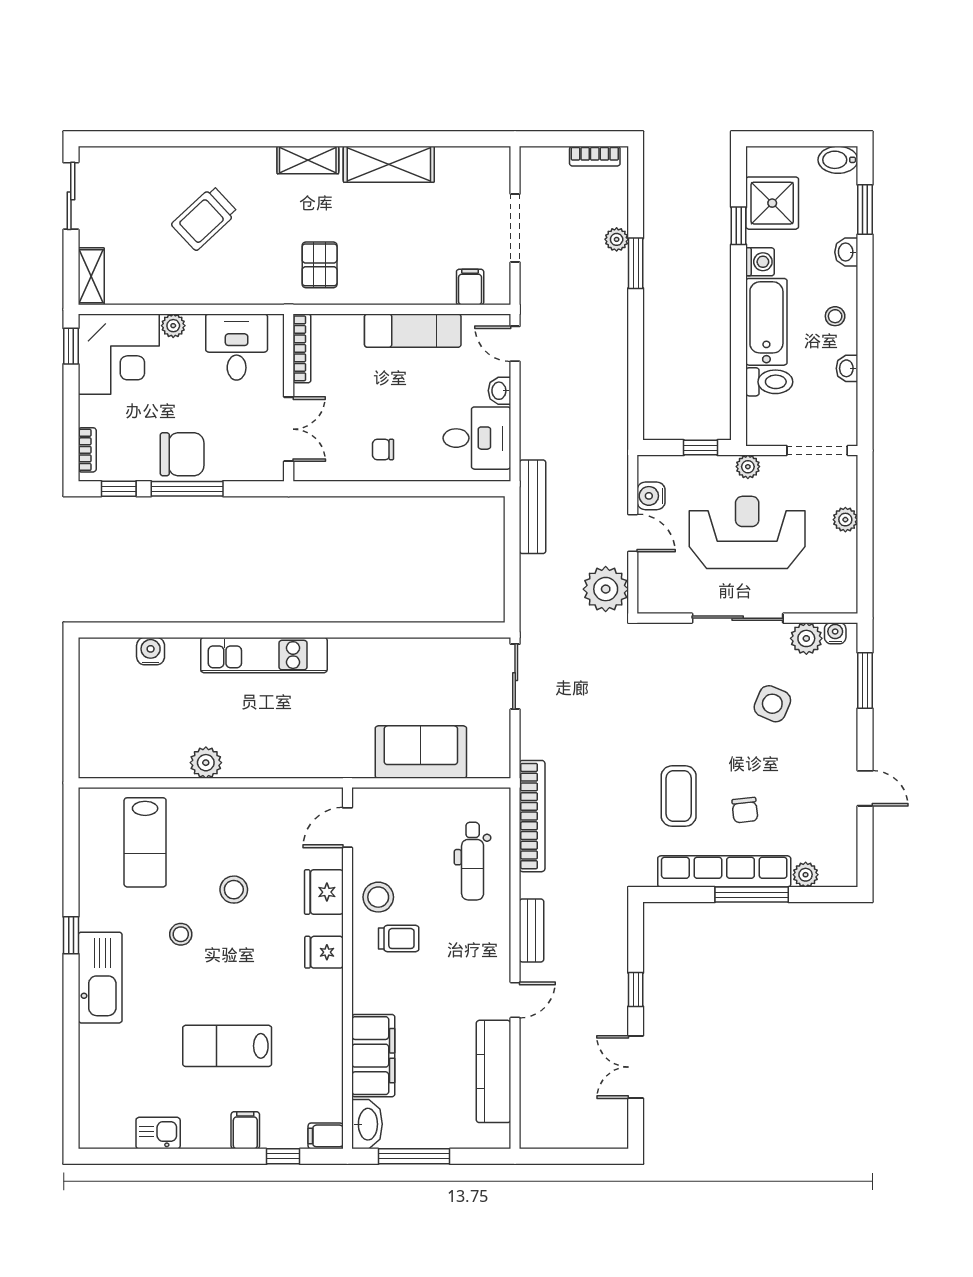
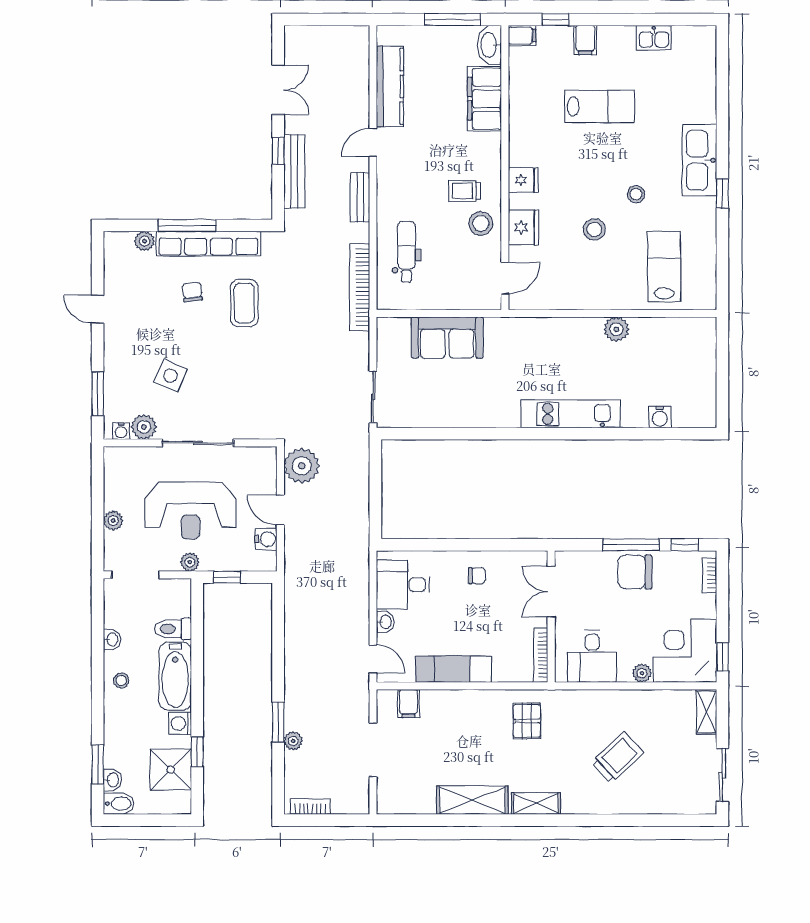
washbasin: (846, 252) -> (112, 780), moved
bench: (533, 507) -> (294, 171), moved

